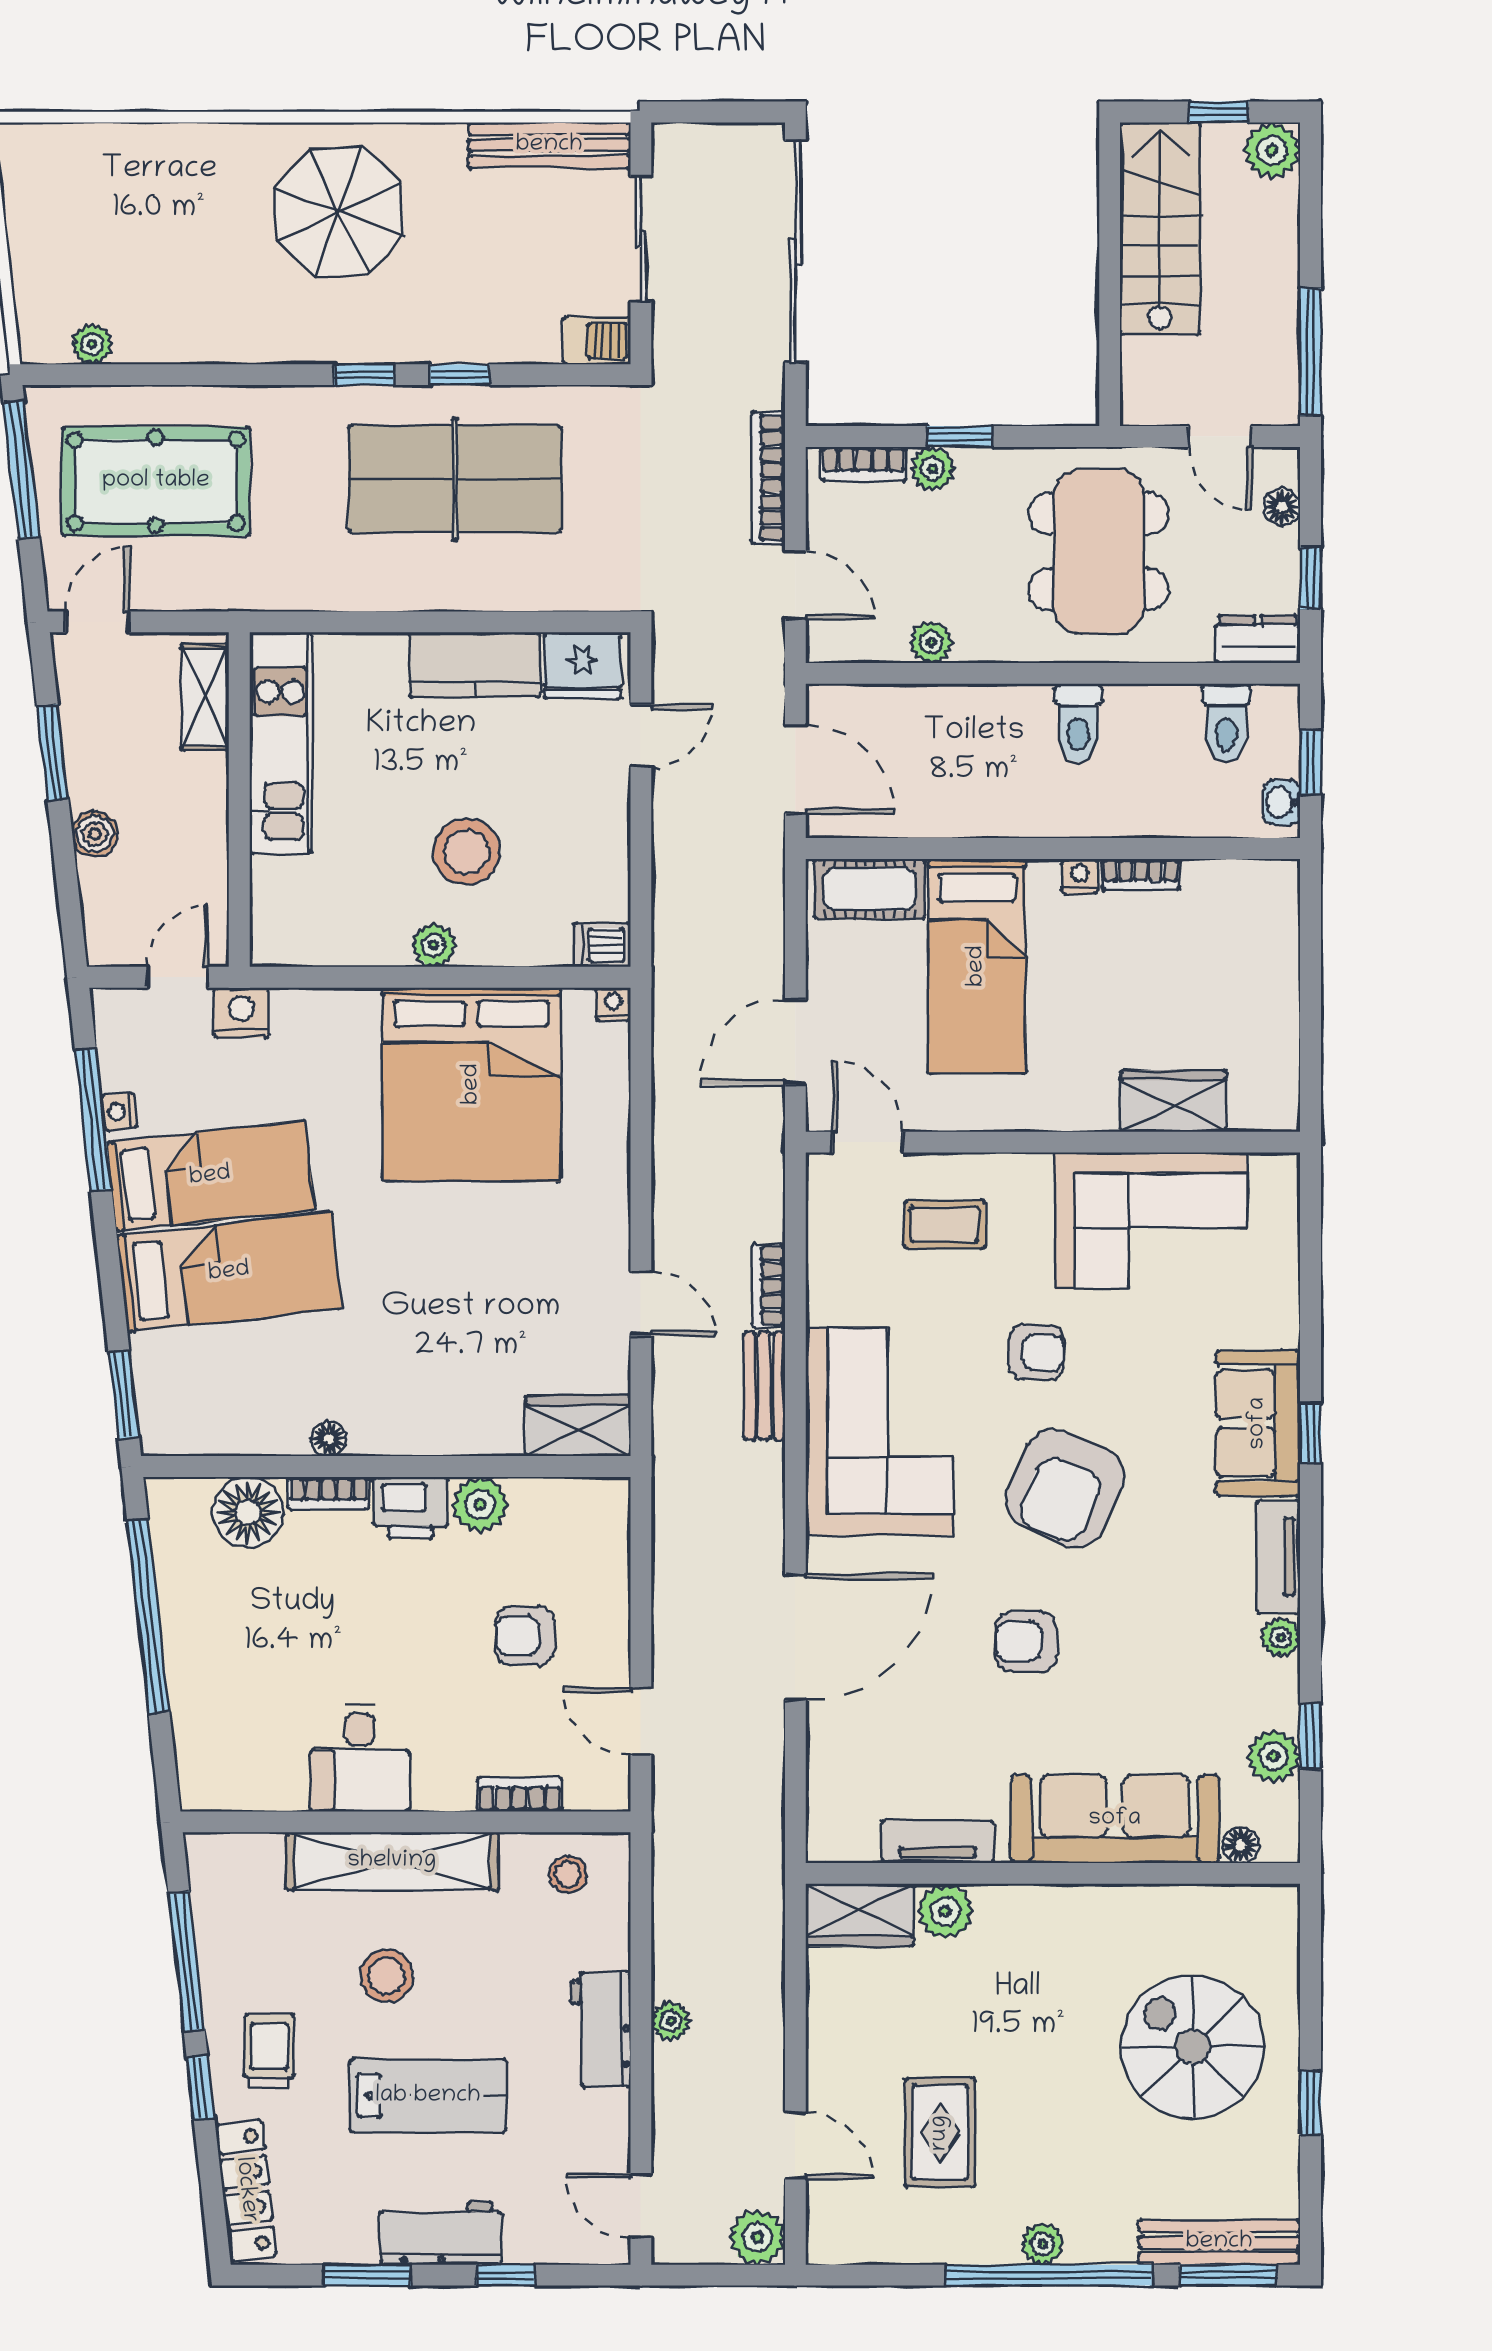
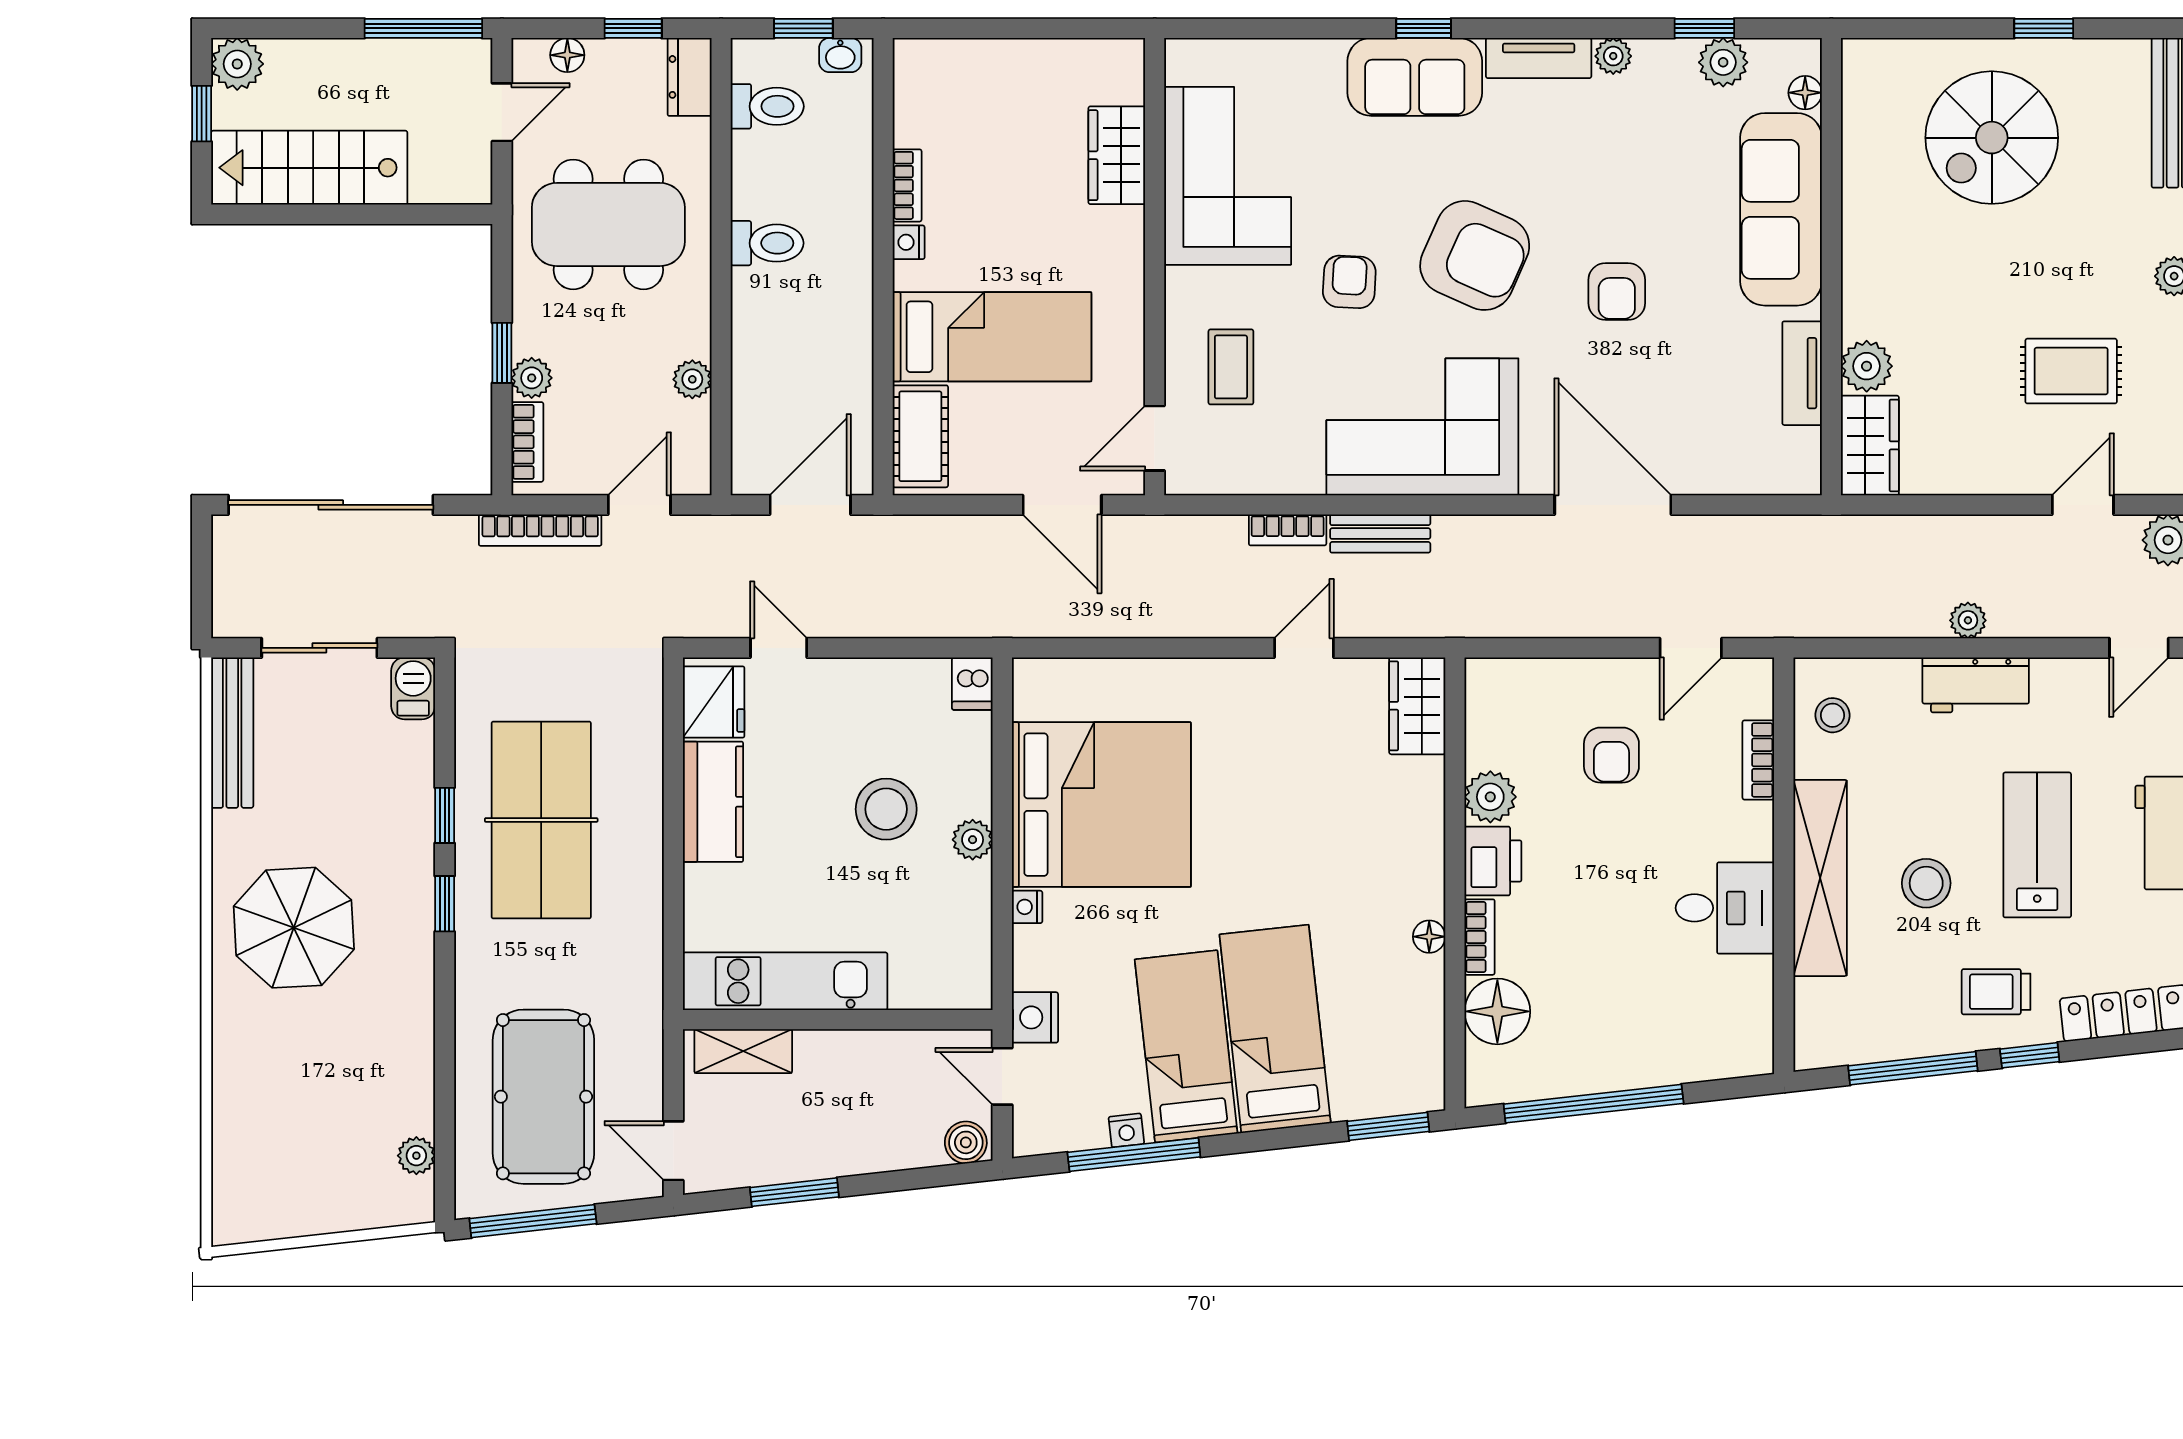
boiler: (95, 834) -> (966, 1142), moved
nightstand: (613, 1004) -> (1027, 907), moved

